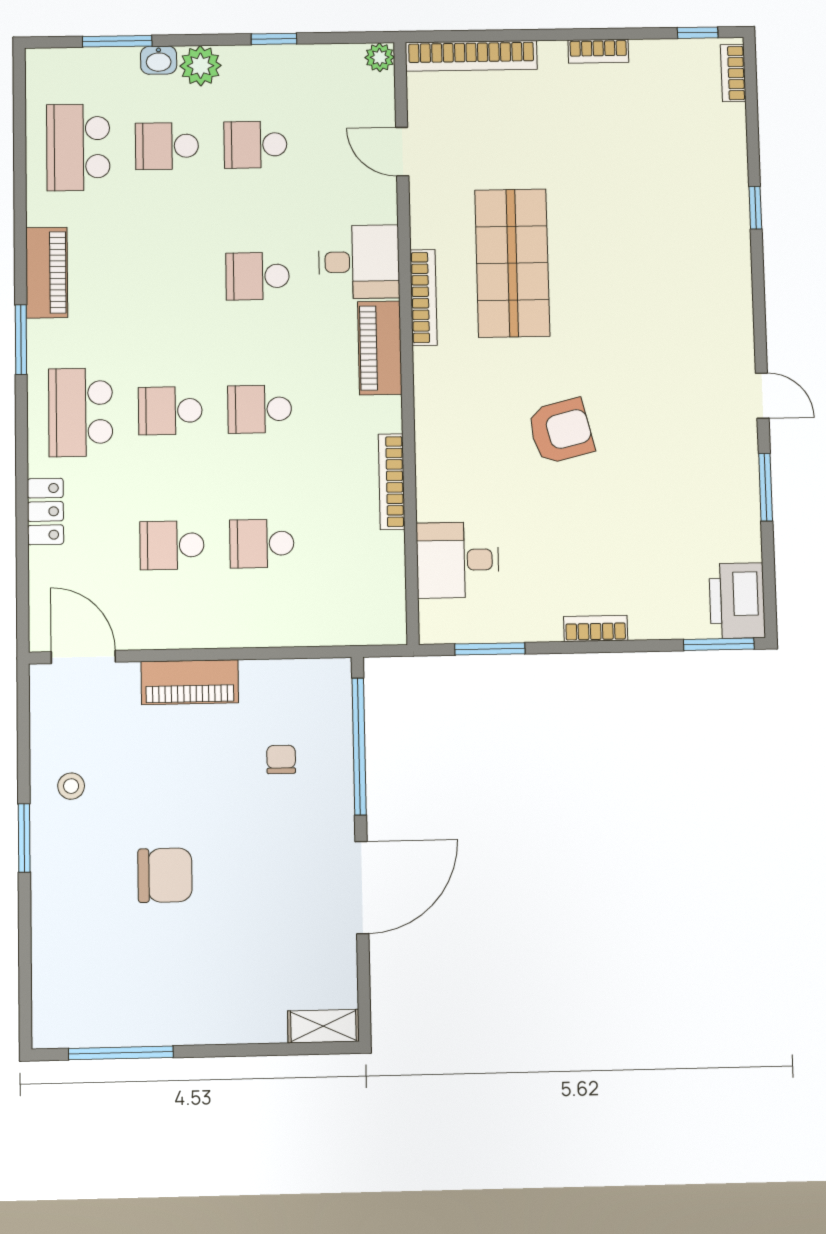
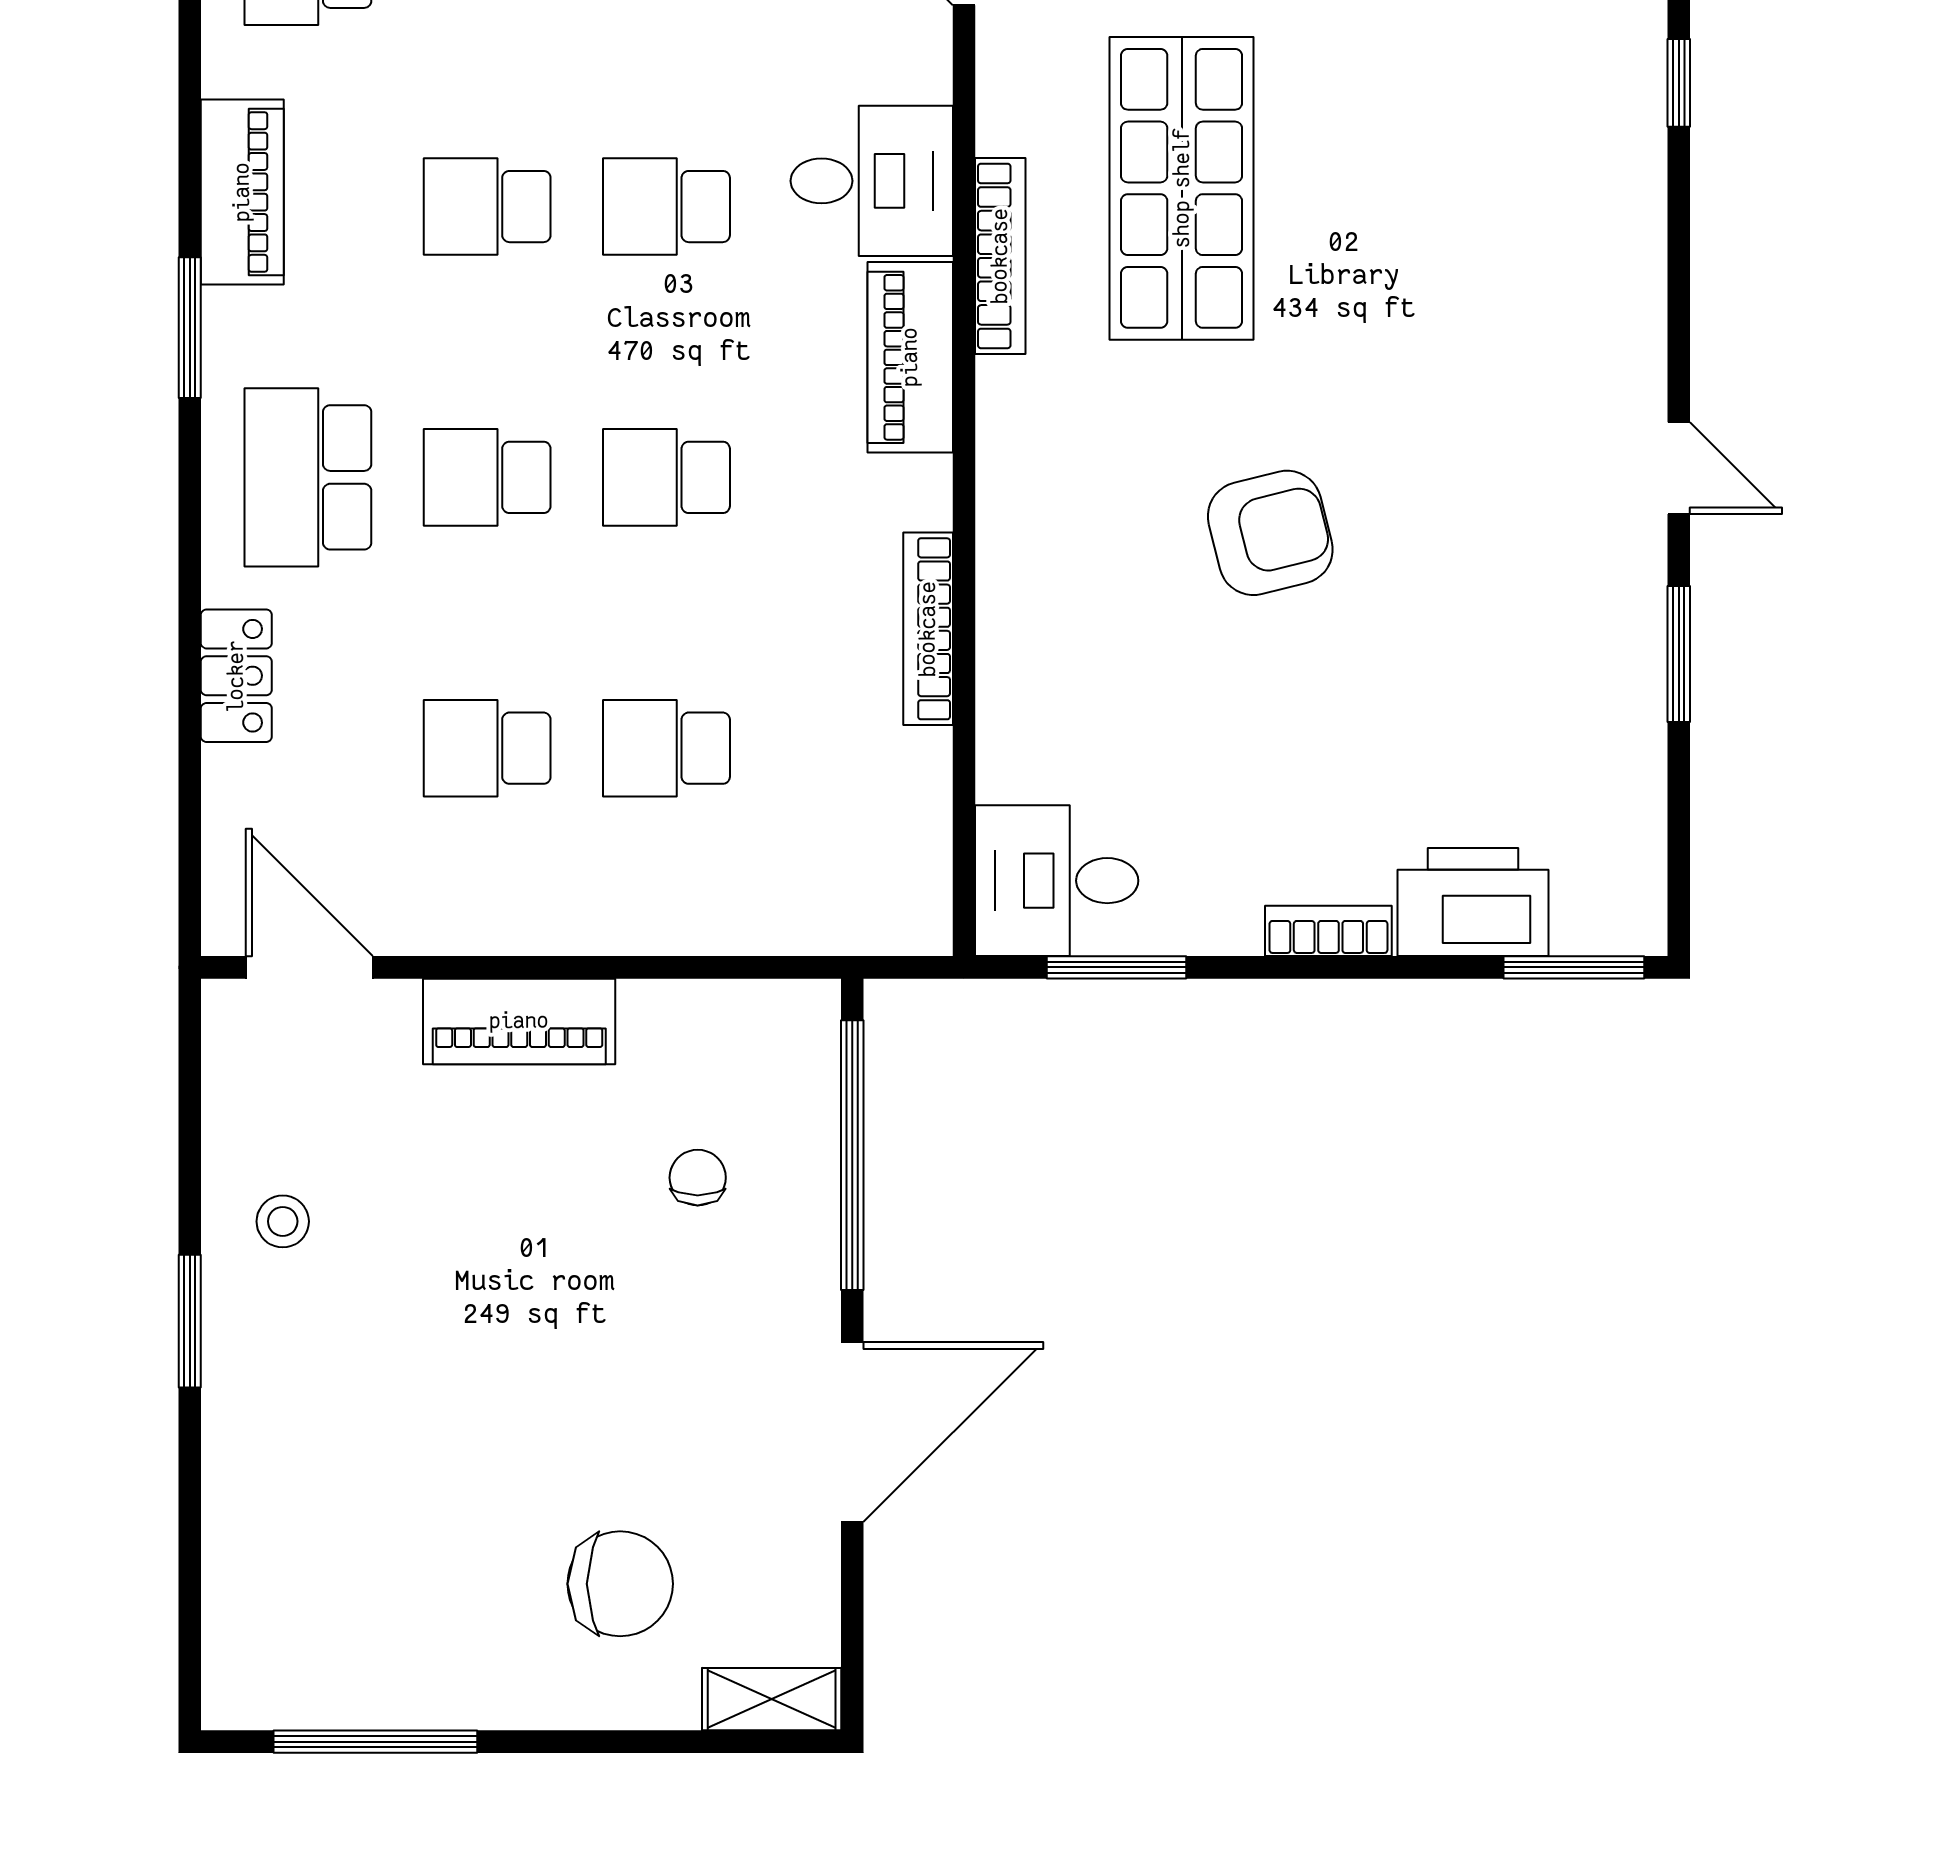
school desk: (169, 278) -> (487, 207), added
desk: (458, 560) -> (1057, 881), moved
printer: (737, 601) -> (1473, 902), moved, turned 90
chair: (165, 875) -> (620, 1584), moved

